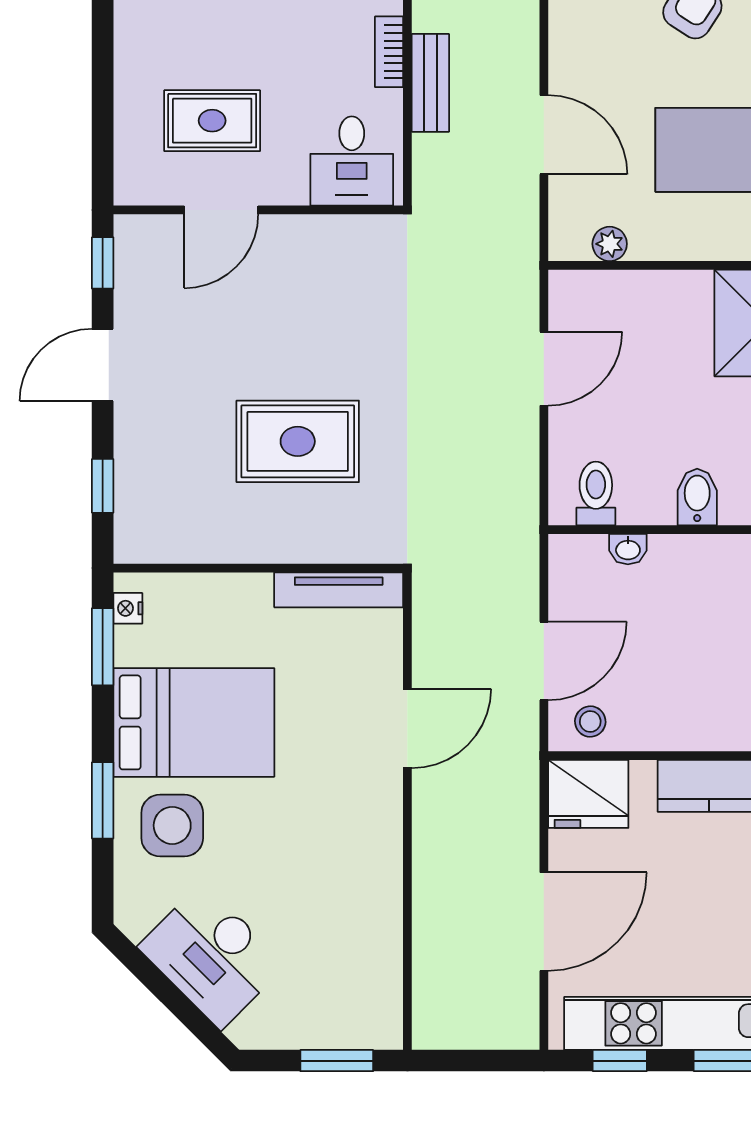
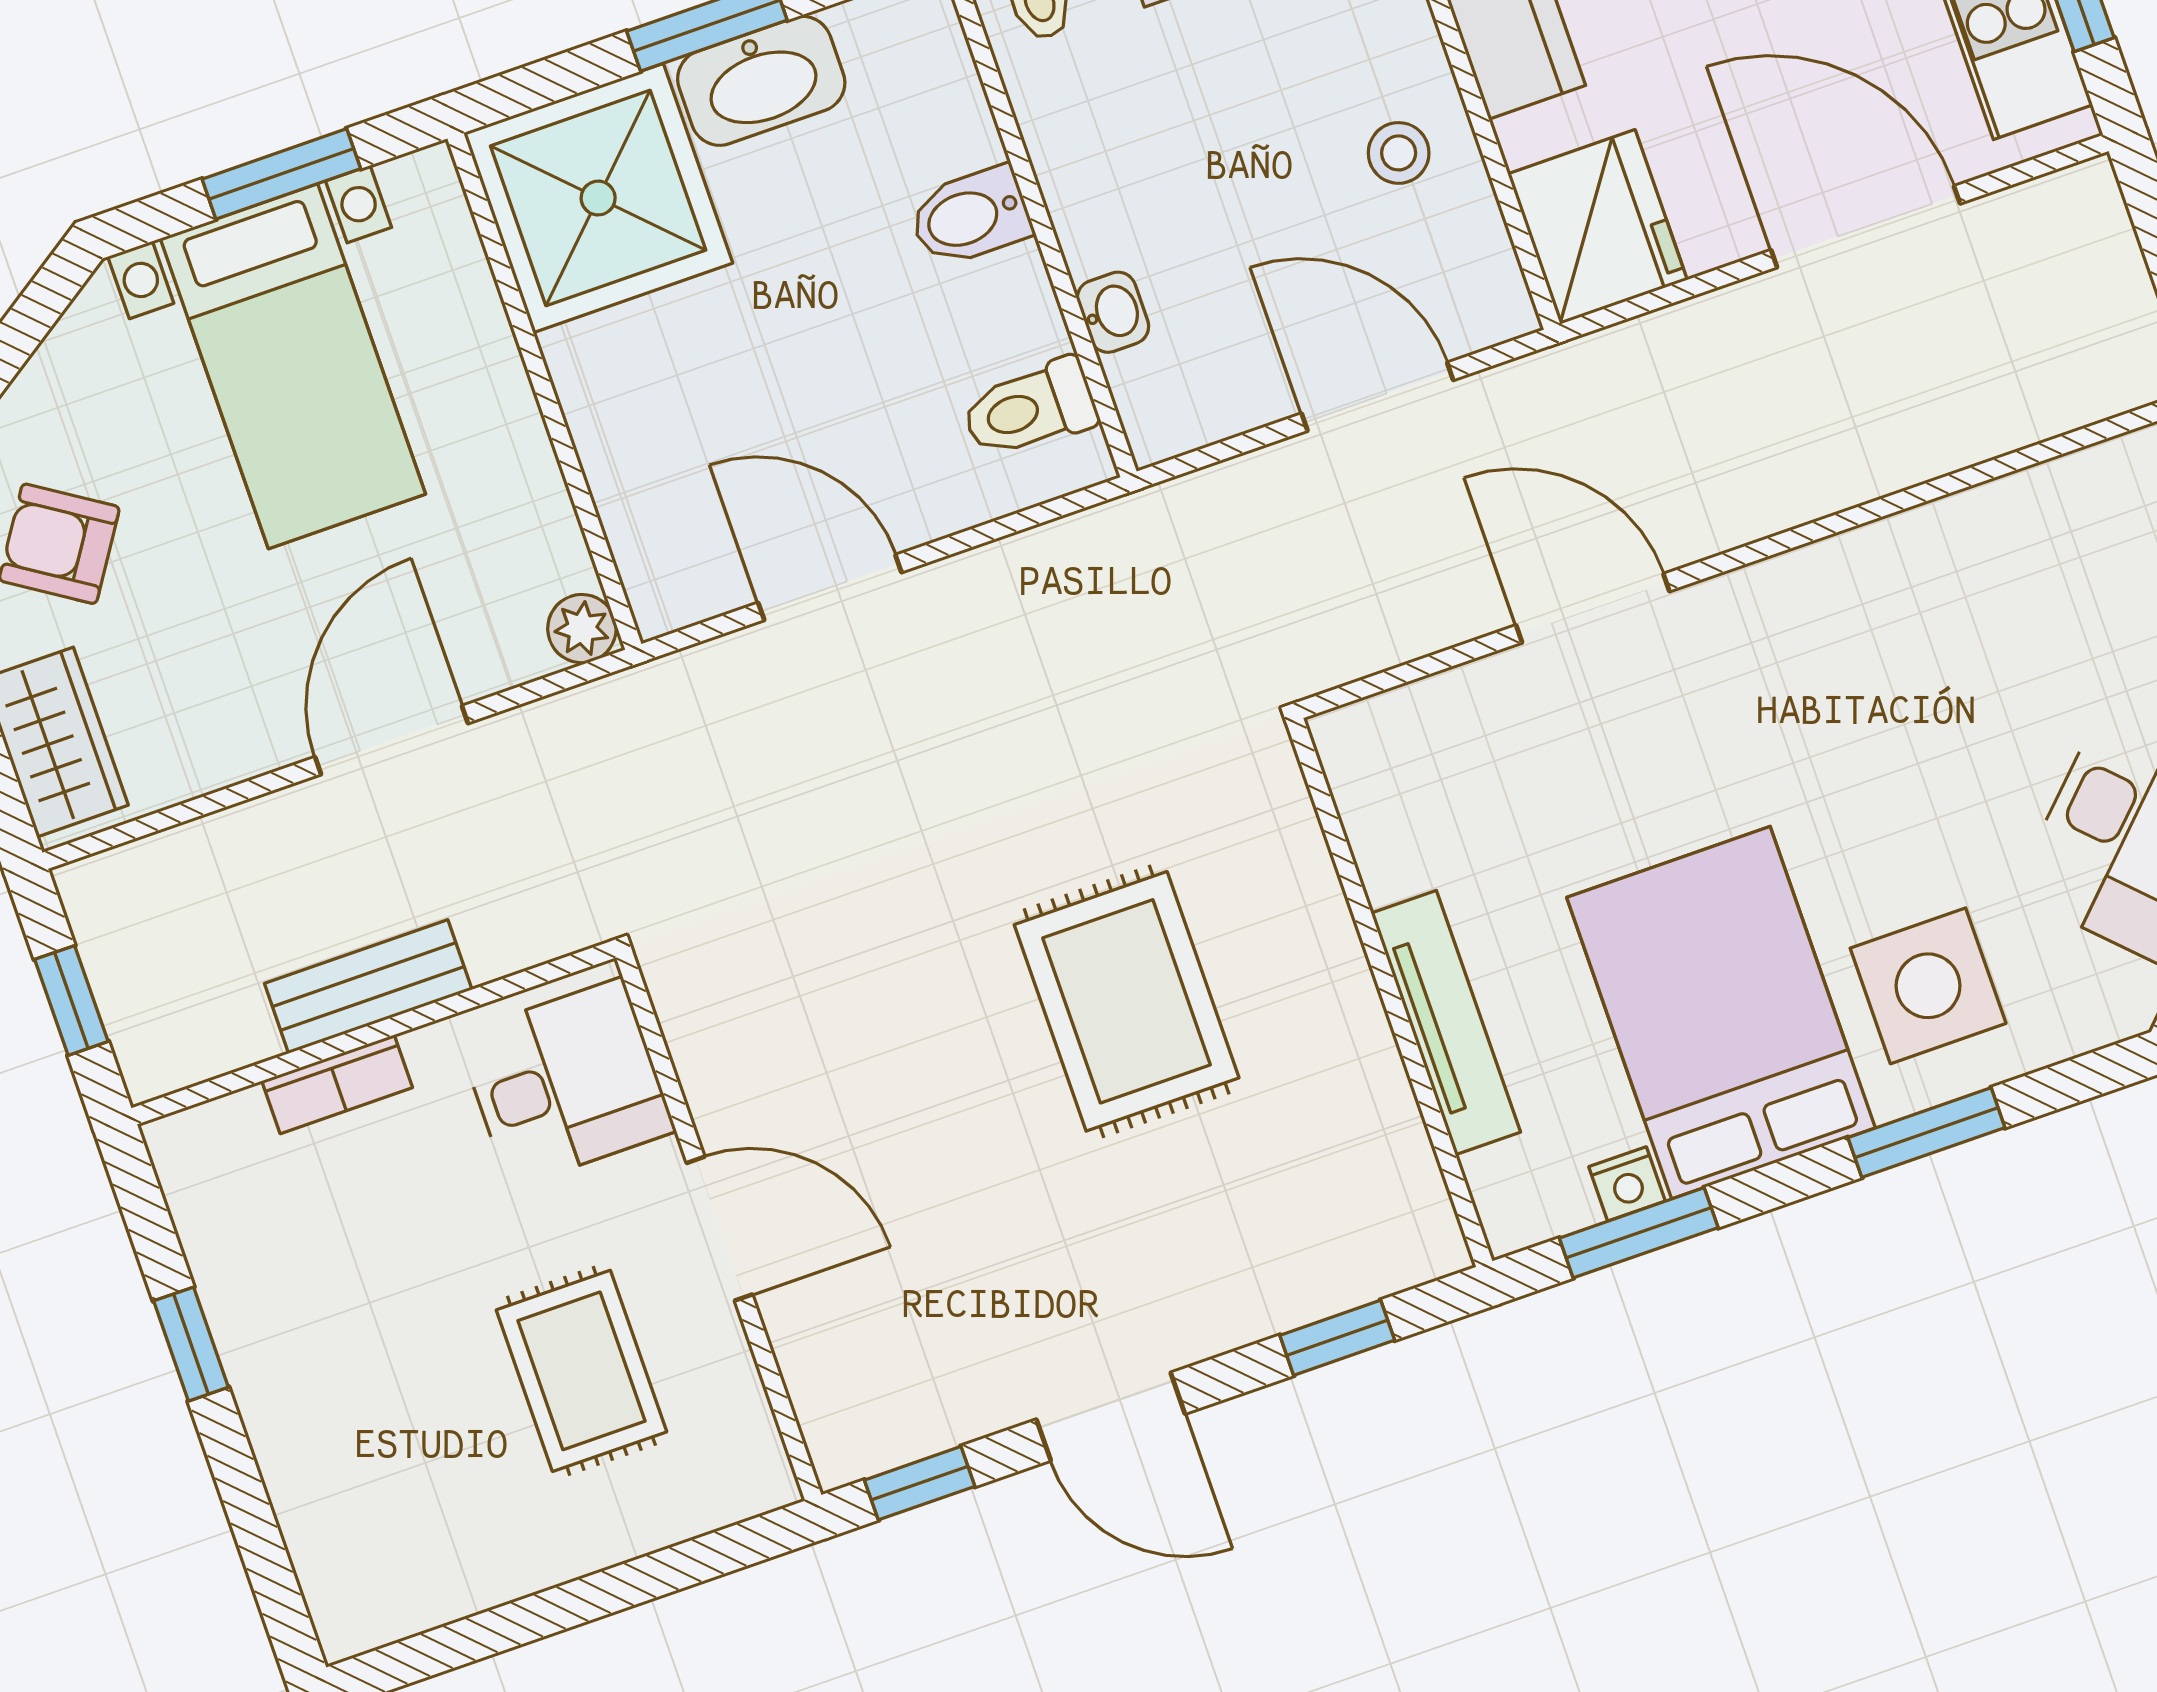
door: (221, 210) -> (720, 1229), moved
plant: (610, 244) -> (582, 629), moved
tv unit: (339, 590) -> (1446, 1023), moved
nightstand: (128, 608) -> (1627, 1184), moved
stool: (590, 722) -> (1399, 153), moved

